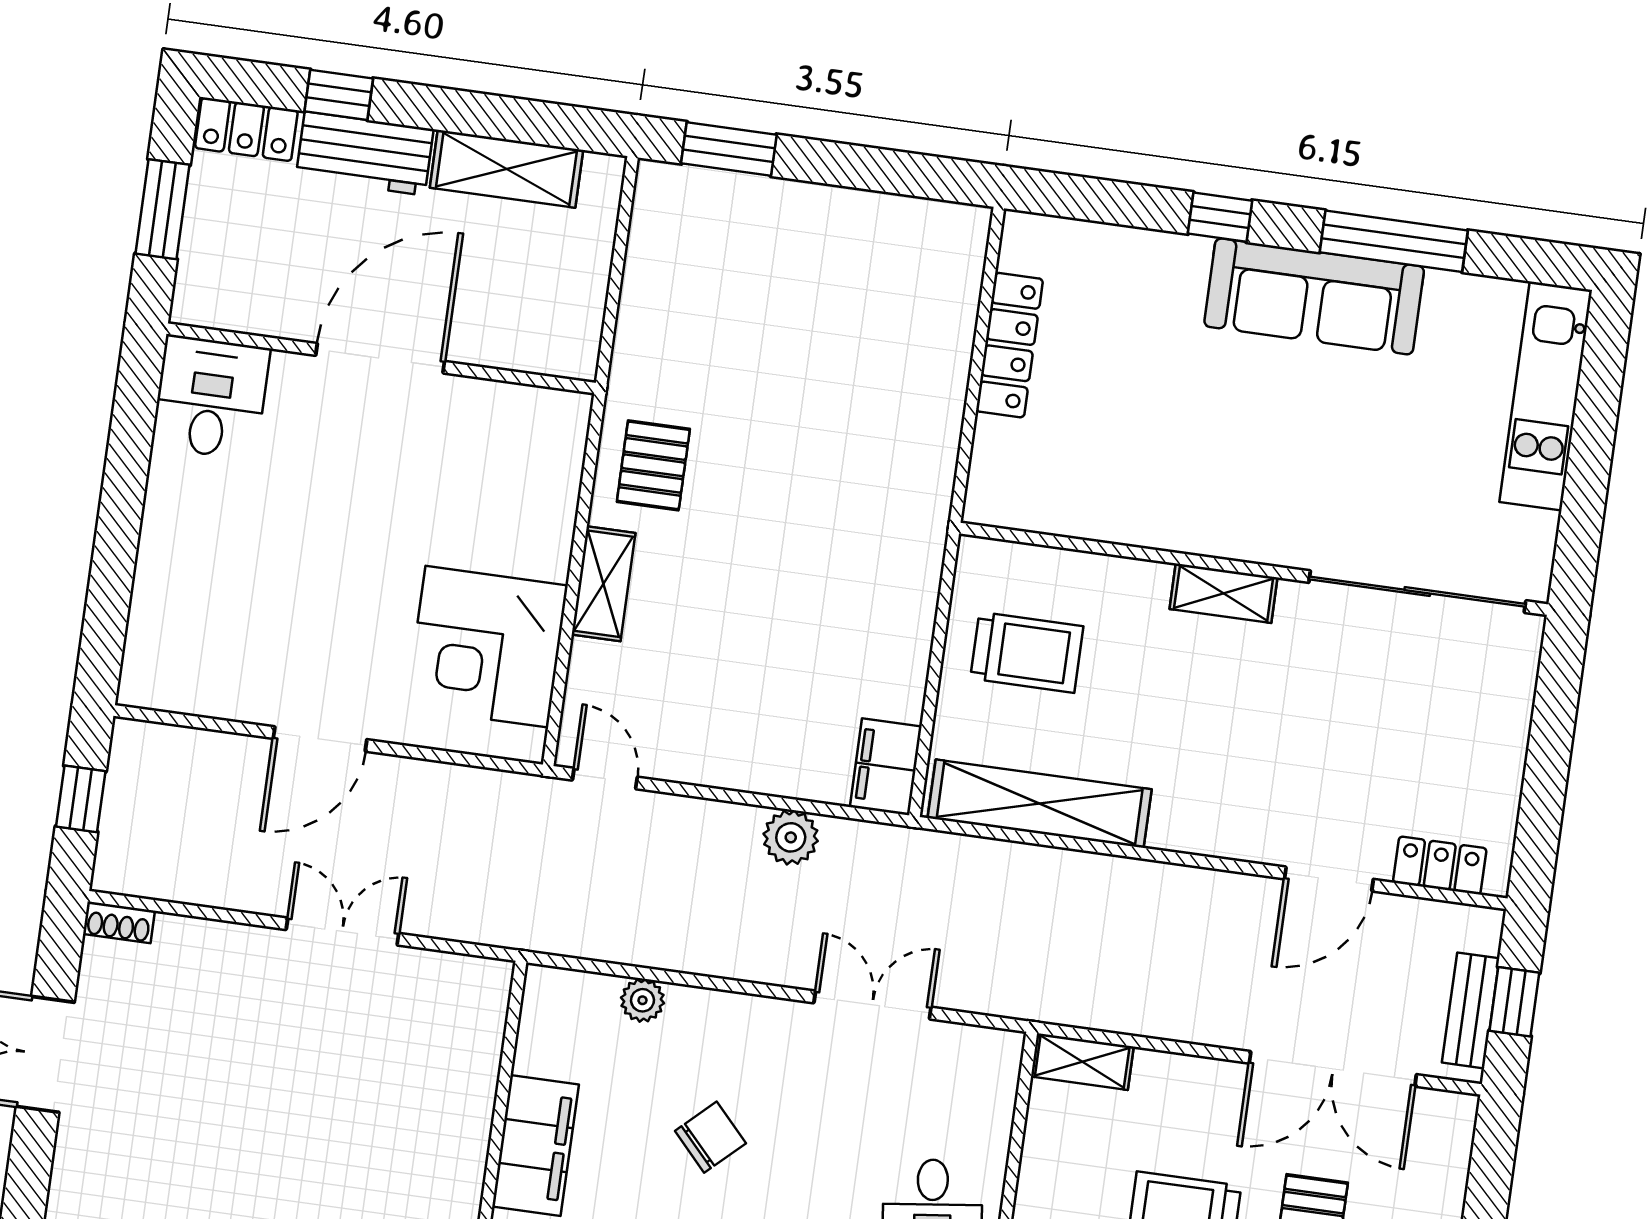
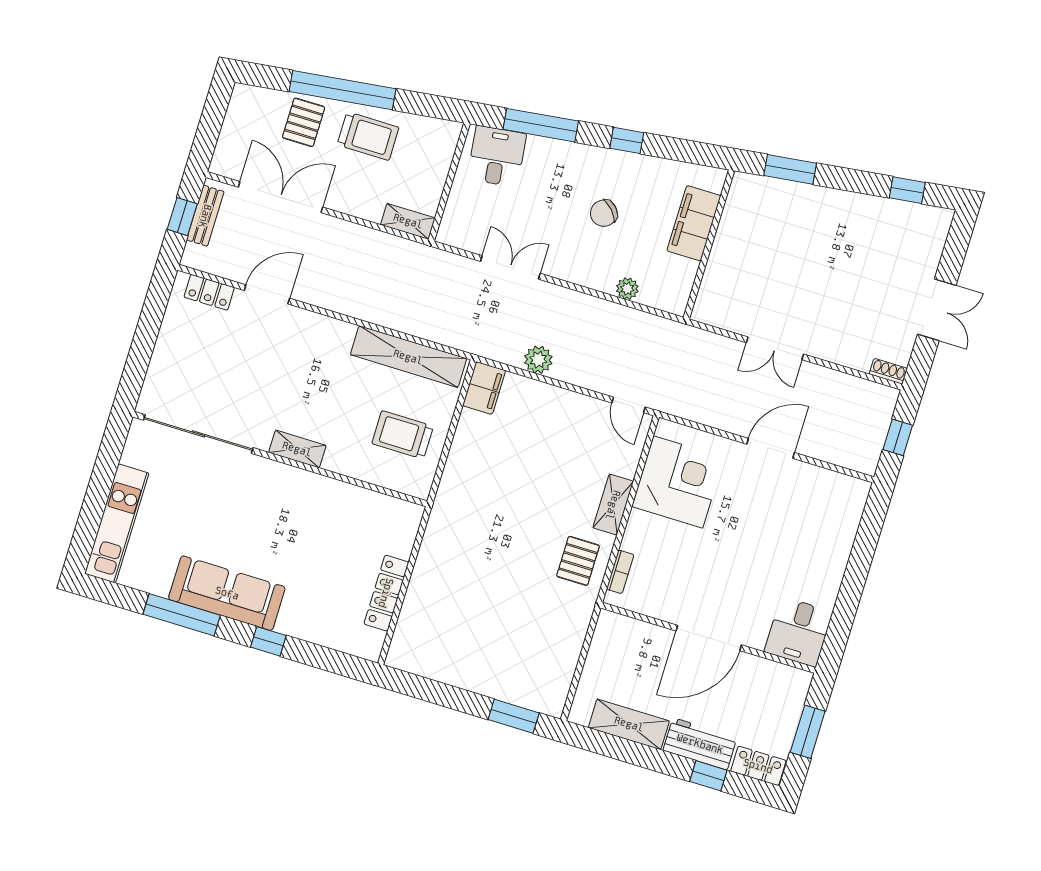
bookcase: (570, 457) -> (620, 572), added
double door: (872, 1005) -> (510, 267), swing flipped

